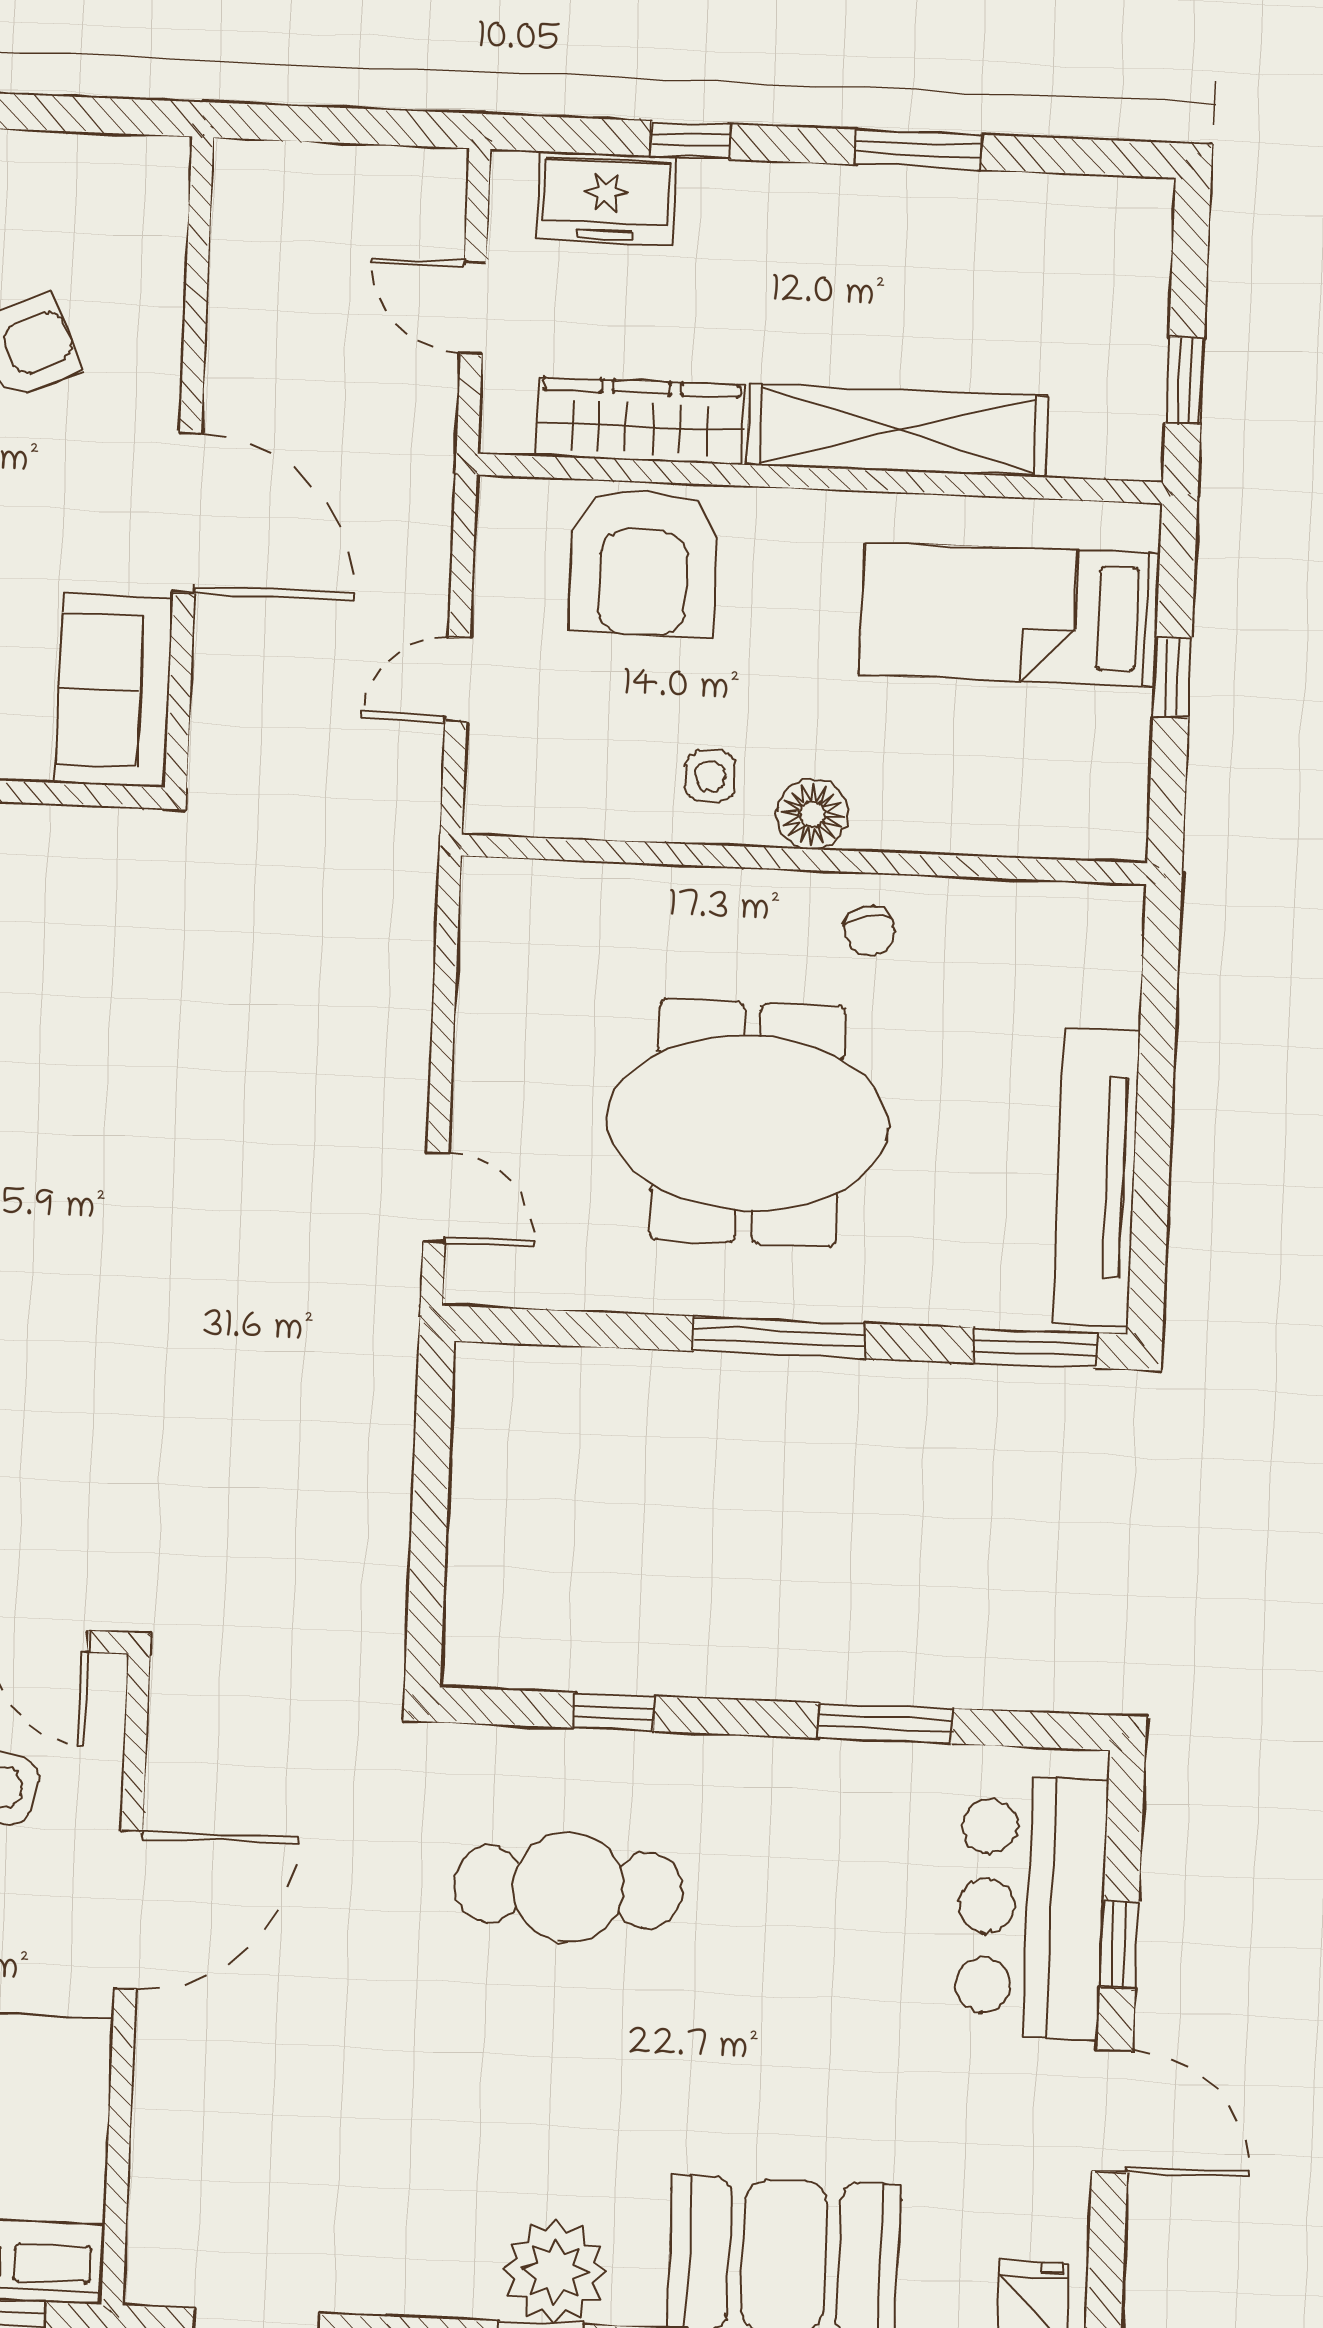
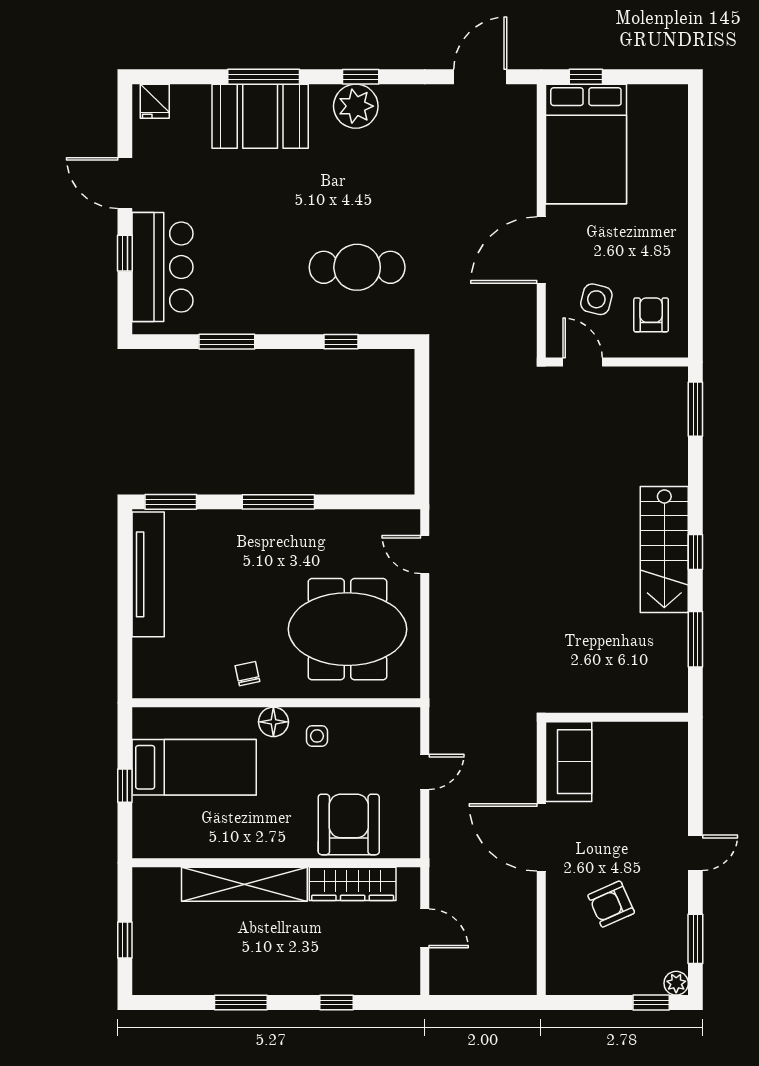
freezer: (606, 198) -> (371, 977), removed
window: (1185, 380) -> (125, 940), moved
bed: (1010, 614) -> (194, 767), moved
meeting table: (748, 1123) -> (347, 629), moved

